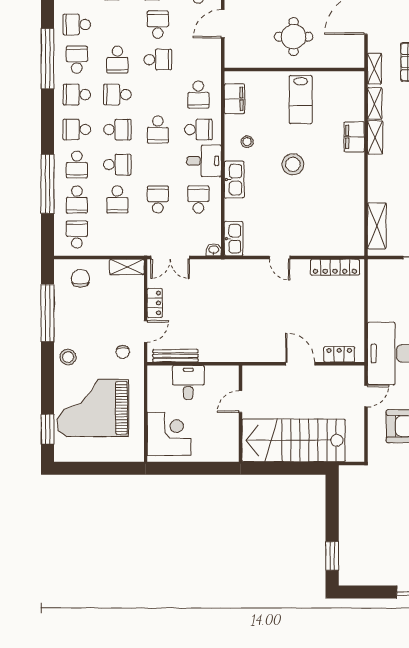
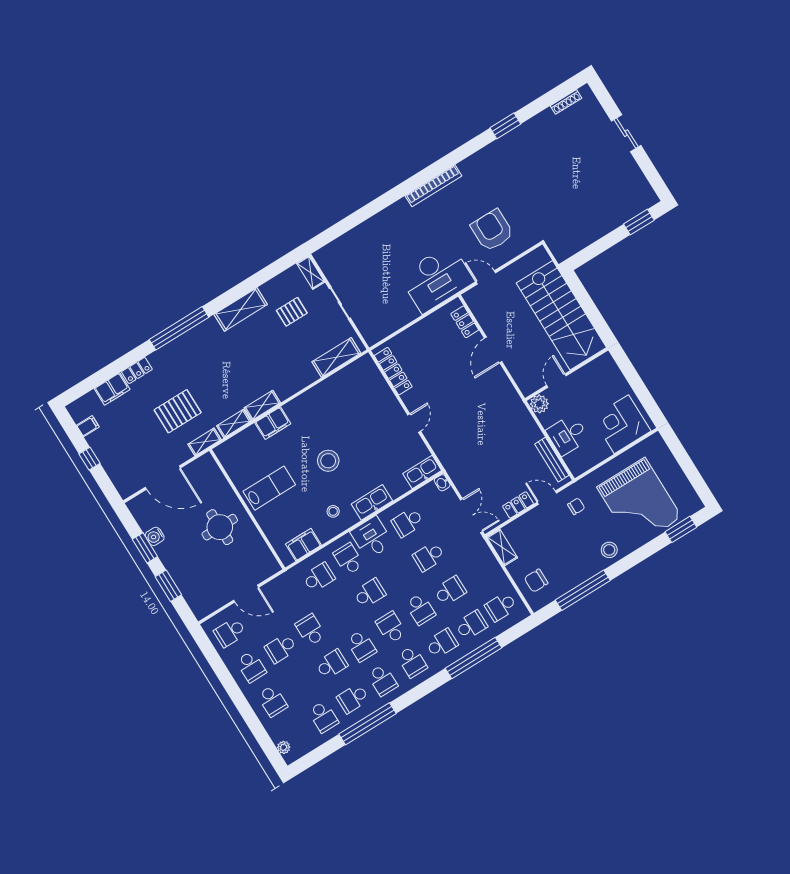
school desk: (117, 165) -> (420, 609), turned 180
plant: (230, 375) -> (539, 404), added
door: (241, 402) -> (556, 381), swing flipped

